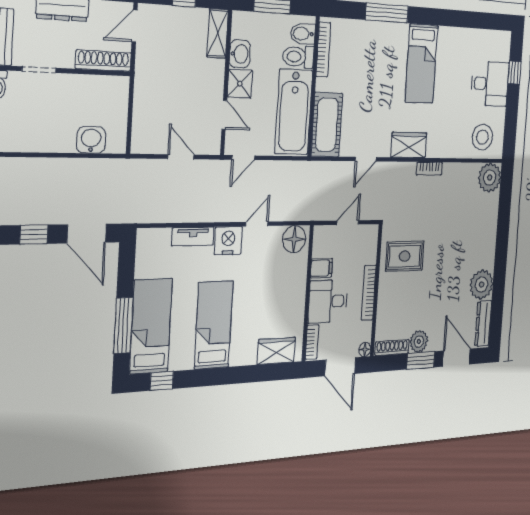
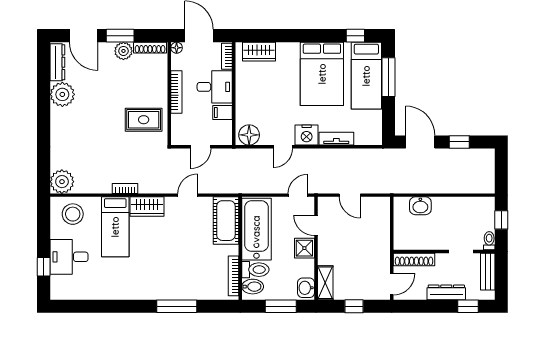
washbasin: (240, 54) -> (306, 288), moved
bed: (421, 64) -> (115, 227), moved, turned 180
bed: (214, 325) -> (322, 74), width x1.50

